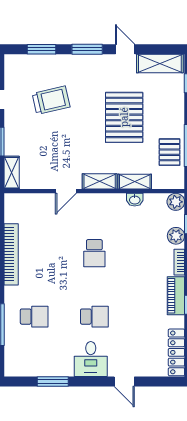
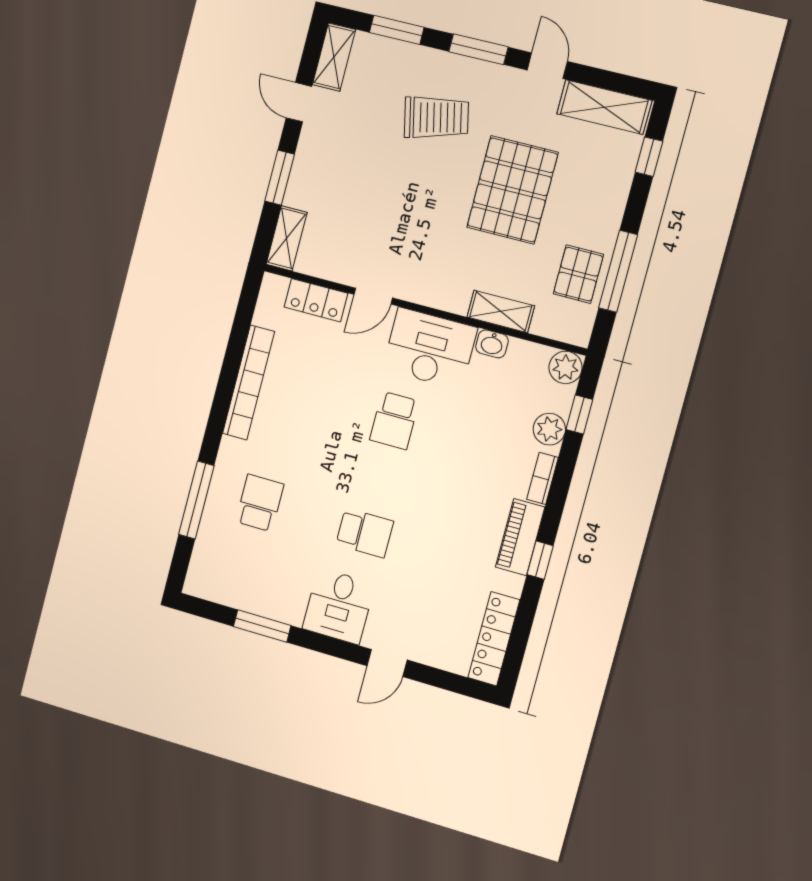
trolley: (51, 100) -> (436, 117), moved
shelving: (100, 181) -> (334, 57), moved, turned 90
locker: (36, 201) -> (316, 300), added
desk: (103, 211) -> (430, 348), added
school desk: (34, 317) -> (260, 503), turned -90
door: (124, 381) -> (387, 663), hinge flipped

